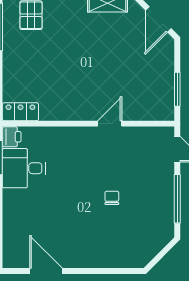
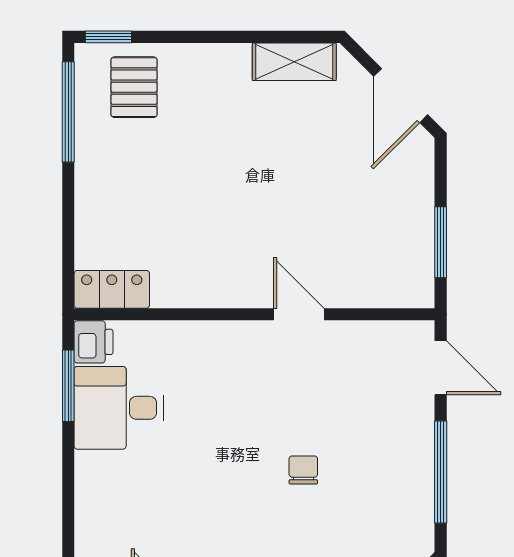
door: (110, 124) -> (299, 314), hinge flipped

